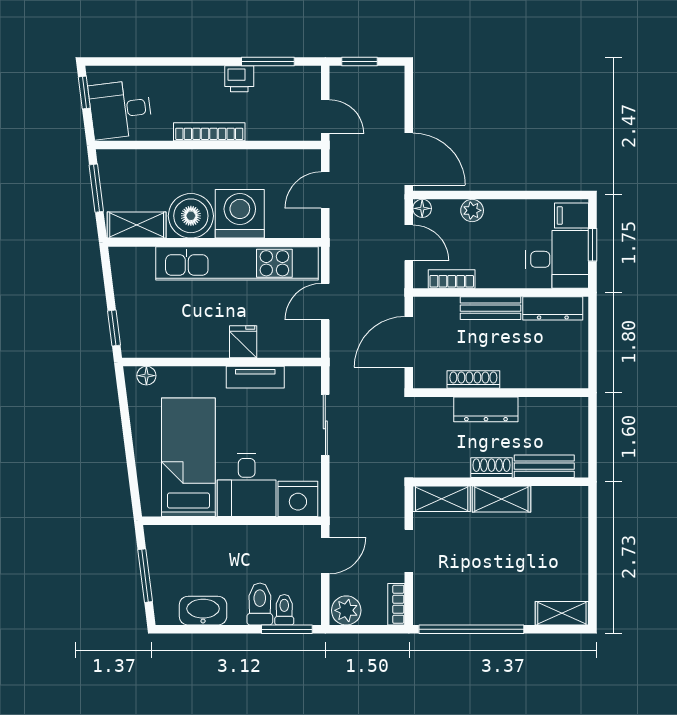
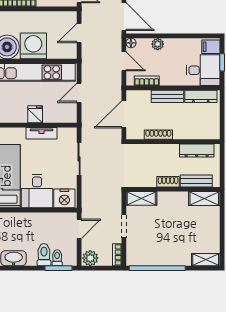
dresser: (486, 409) -> (197, 151), moved
shelving: (501, 499) -> (204, 199), moved

